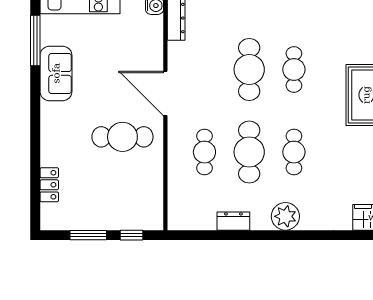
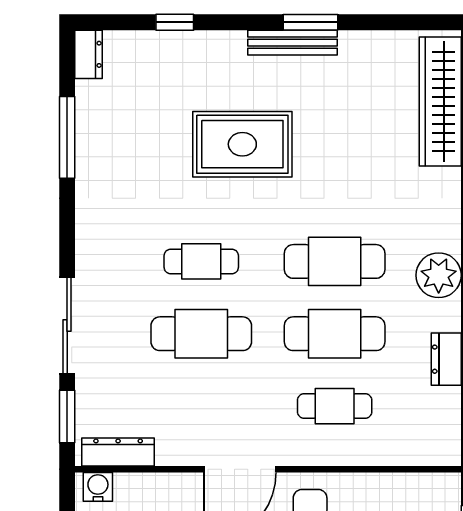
cafe table: (294, 152) -> (335, 261), width x1.37, depth x1.35

